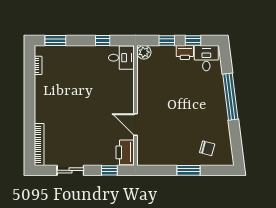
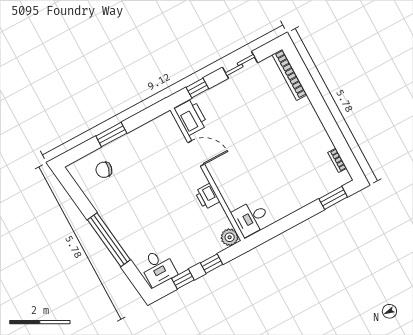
window: (103, 40) -> (281, 226), removed
printer: (185, 52) -> (207, 196), moved, turned -90

